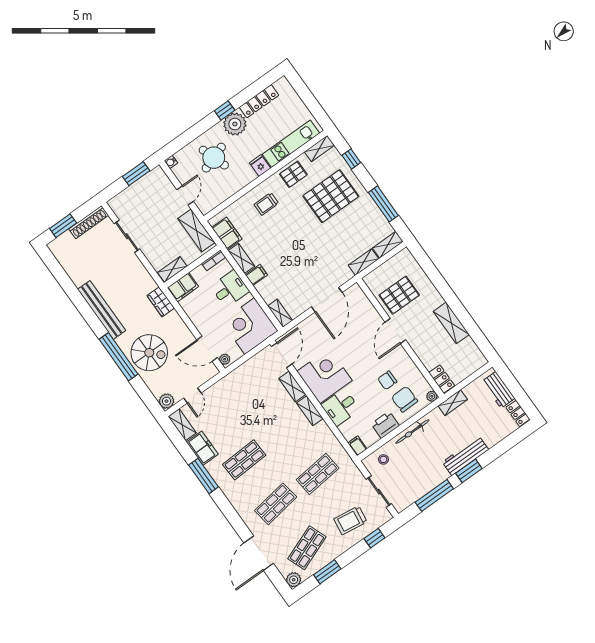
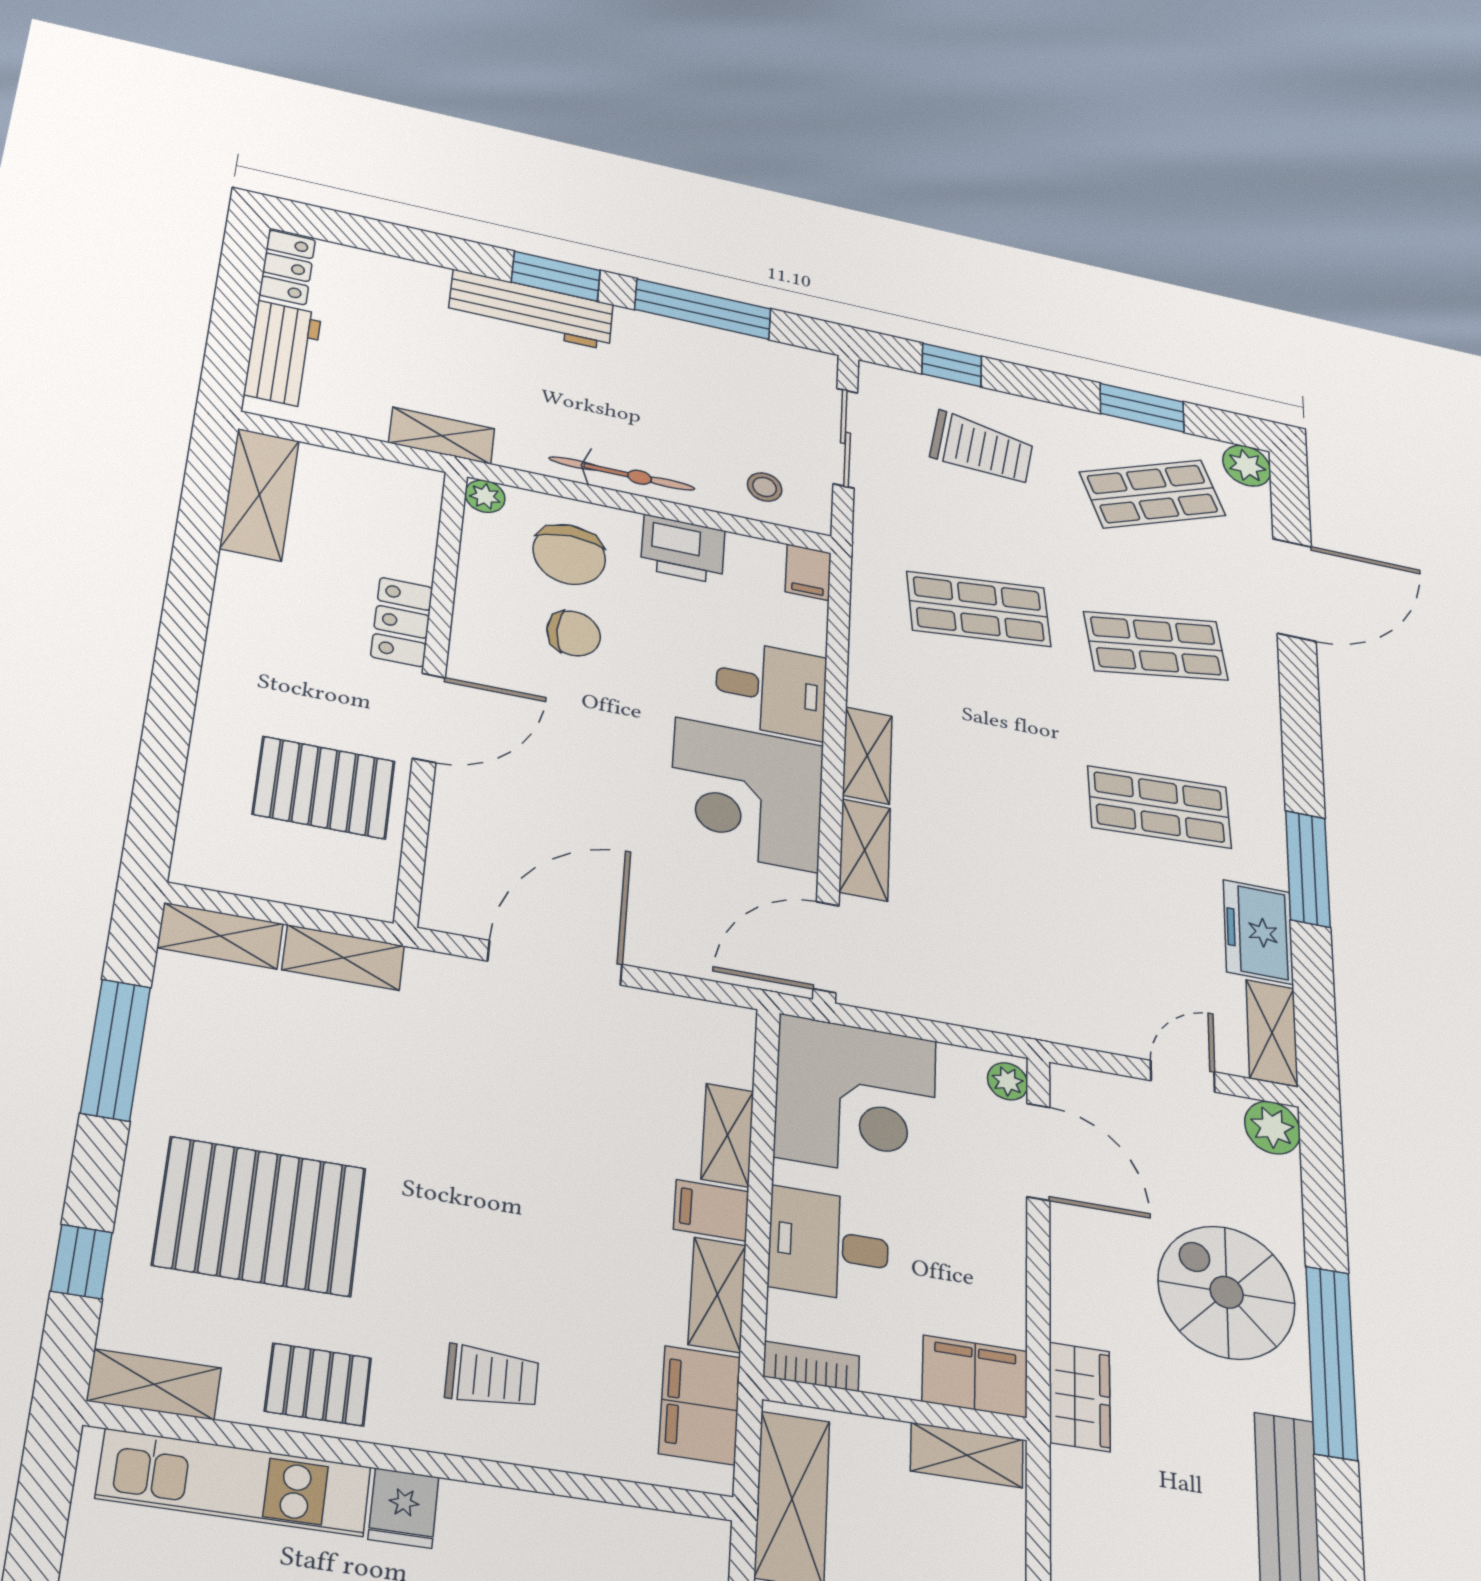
shelving: (280, 313) -> (727, 1135), moved
shelving: (451, 323) -> (259, 494), moved
locker: (442, 379) -> (402, 622), moved

